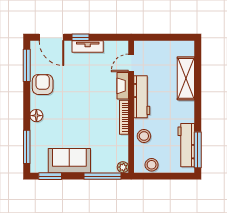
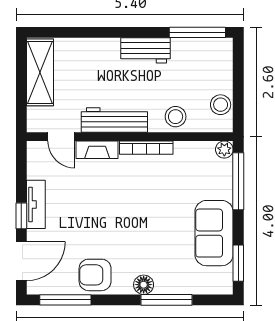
shelving: (186, 78) -> (40, 72), moved, turned 90
workbench: (186, 145) -> (146, 50), moved, width x0.73
window: (27, 147) -> (166, 300), moved

